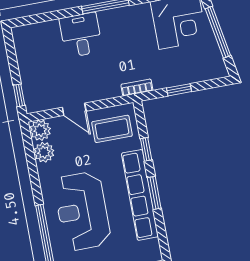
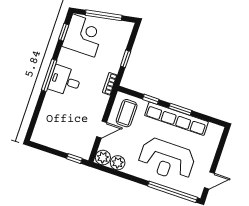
desk: (81, 35) -> (65, 81), moved

